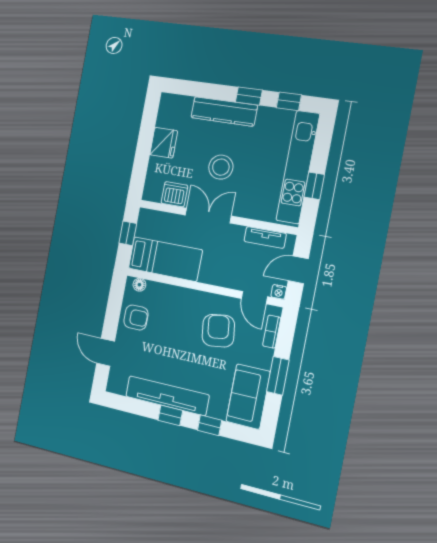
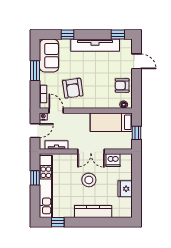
window: (249, 96) -> (81, 222), removed
window: (170, 415) -> (118, 35), moved

